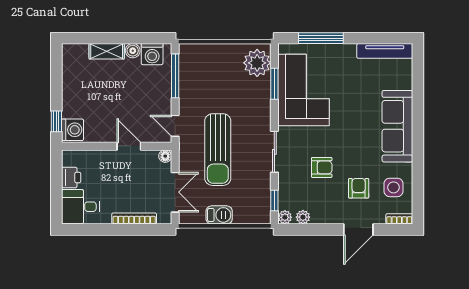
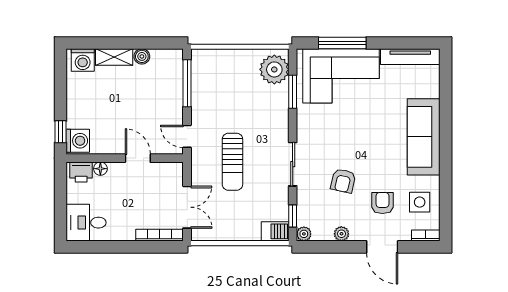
washing machine: (152, 54) -> (83, 60), moved
corner sofa: (304, 90) -> (341, 76), moved, turned 90
sun lounger: (218, 150) -> (232, 162), width x0.73, depth x0.75
floor lamp: (165, 156) -> (100, 169), moved
armchair: (322, 167) -> (343, 181), turned 103
printer: (71, 177) -> (81, 172), moved, turned 90
barbecue: (219, 215) -> (275, 231), moved
plant: (303, 217) -> (341, 234), moved
bookcase: (134, 219) -> (160, 235), moved
door: (358, 230) -> (382, 247), hinge flipped

